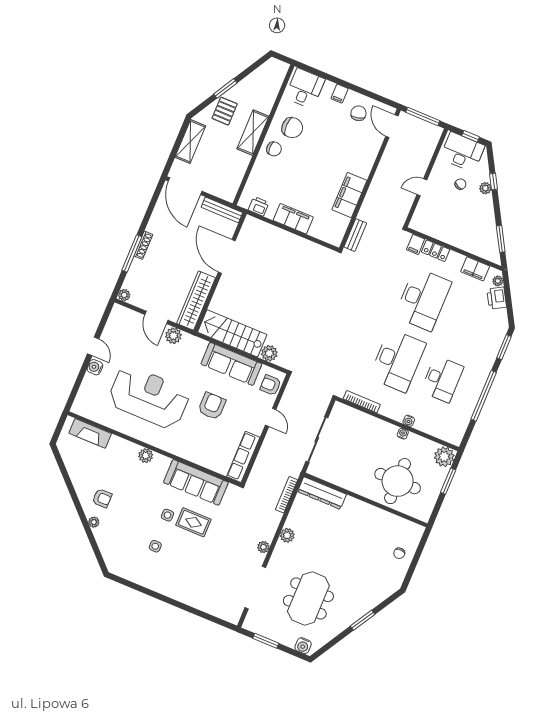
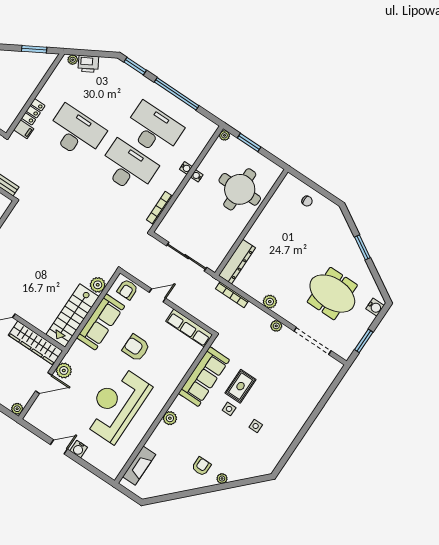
filing cabinet: (475, 269) -> (57, 78), removed
desk: (442, 379) -> (153, 129), width x1.36, depth x1.30
plant: (444, 457) -> (224, 135), width x0.53, depth x0.53

